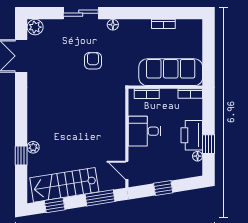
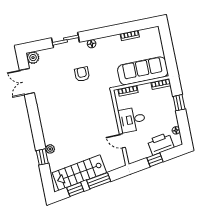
printer: (192, 135) -> (161, 144), moved, turned 81
window: (208, 144) -> (179, 103), moved
door: (127, 170) -> (122, 141), moved
window: (100, 198) -> (99, 181), moved

